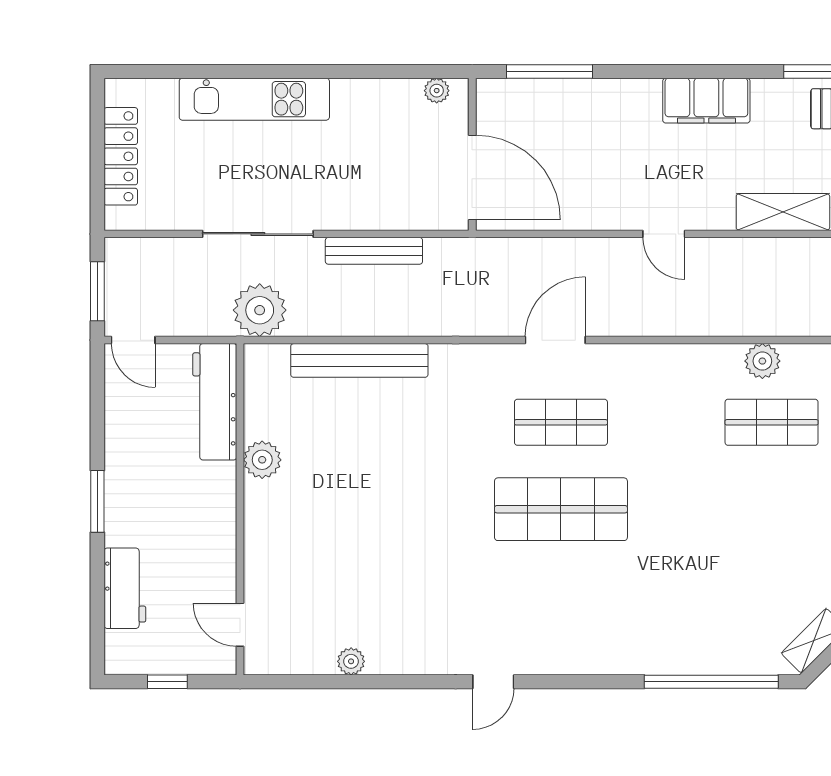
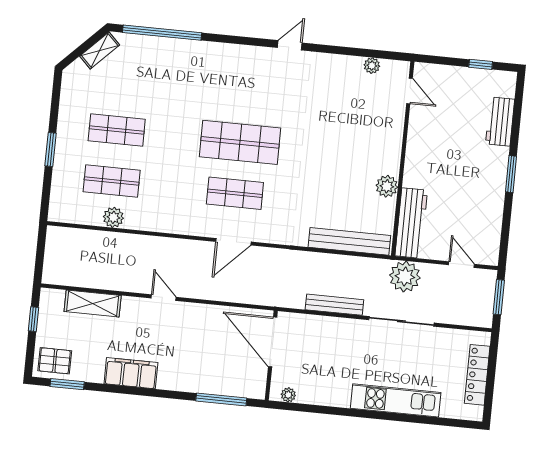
door: (133, 340) -> (461, 265), moved
workbench: (215, 402) -> (411, 223), moved
plant: (262, 460) -> (387, 186), moved
wall: (240, 509) -> (403, 159), moved
shop shelf: (772, 509) -> (117, 130), added
door: (240, 625) -> (409, 91), moved

